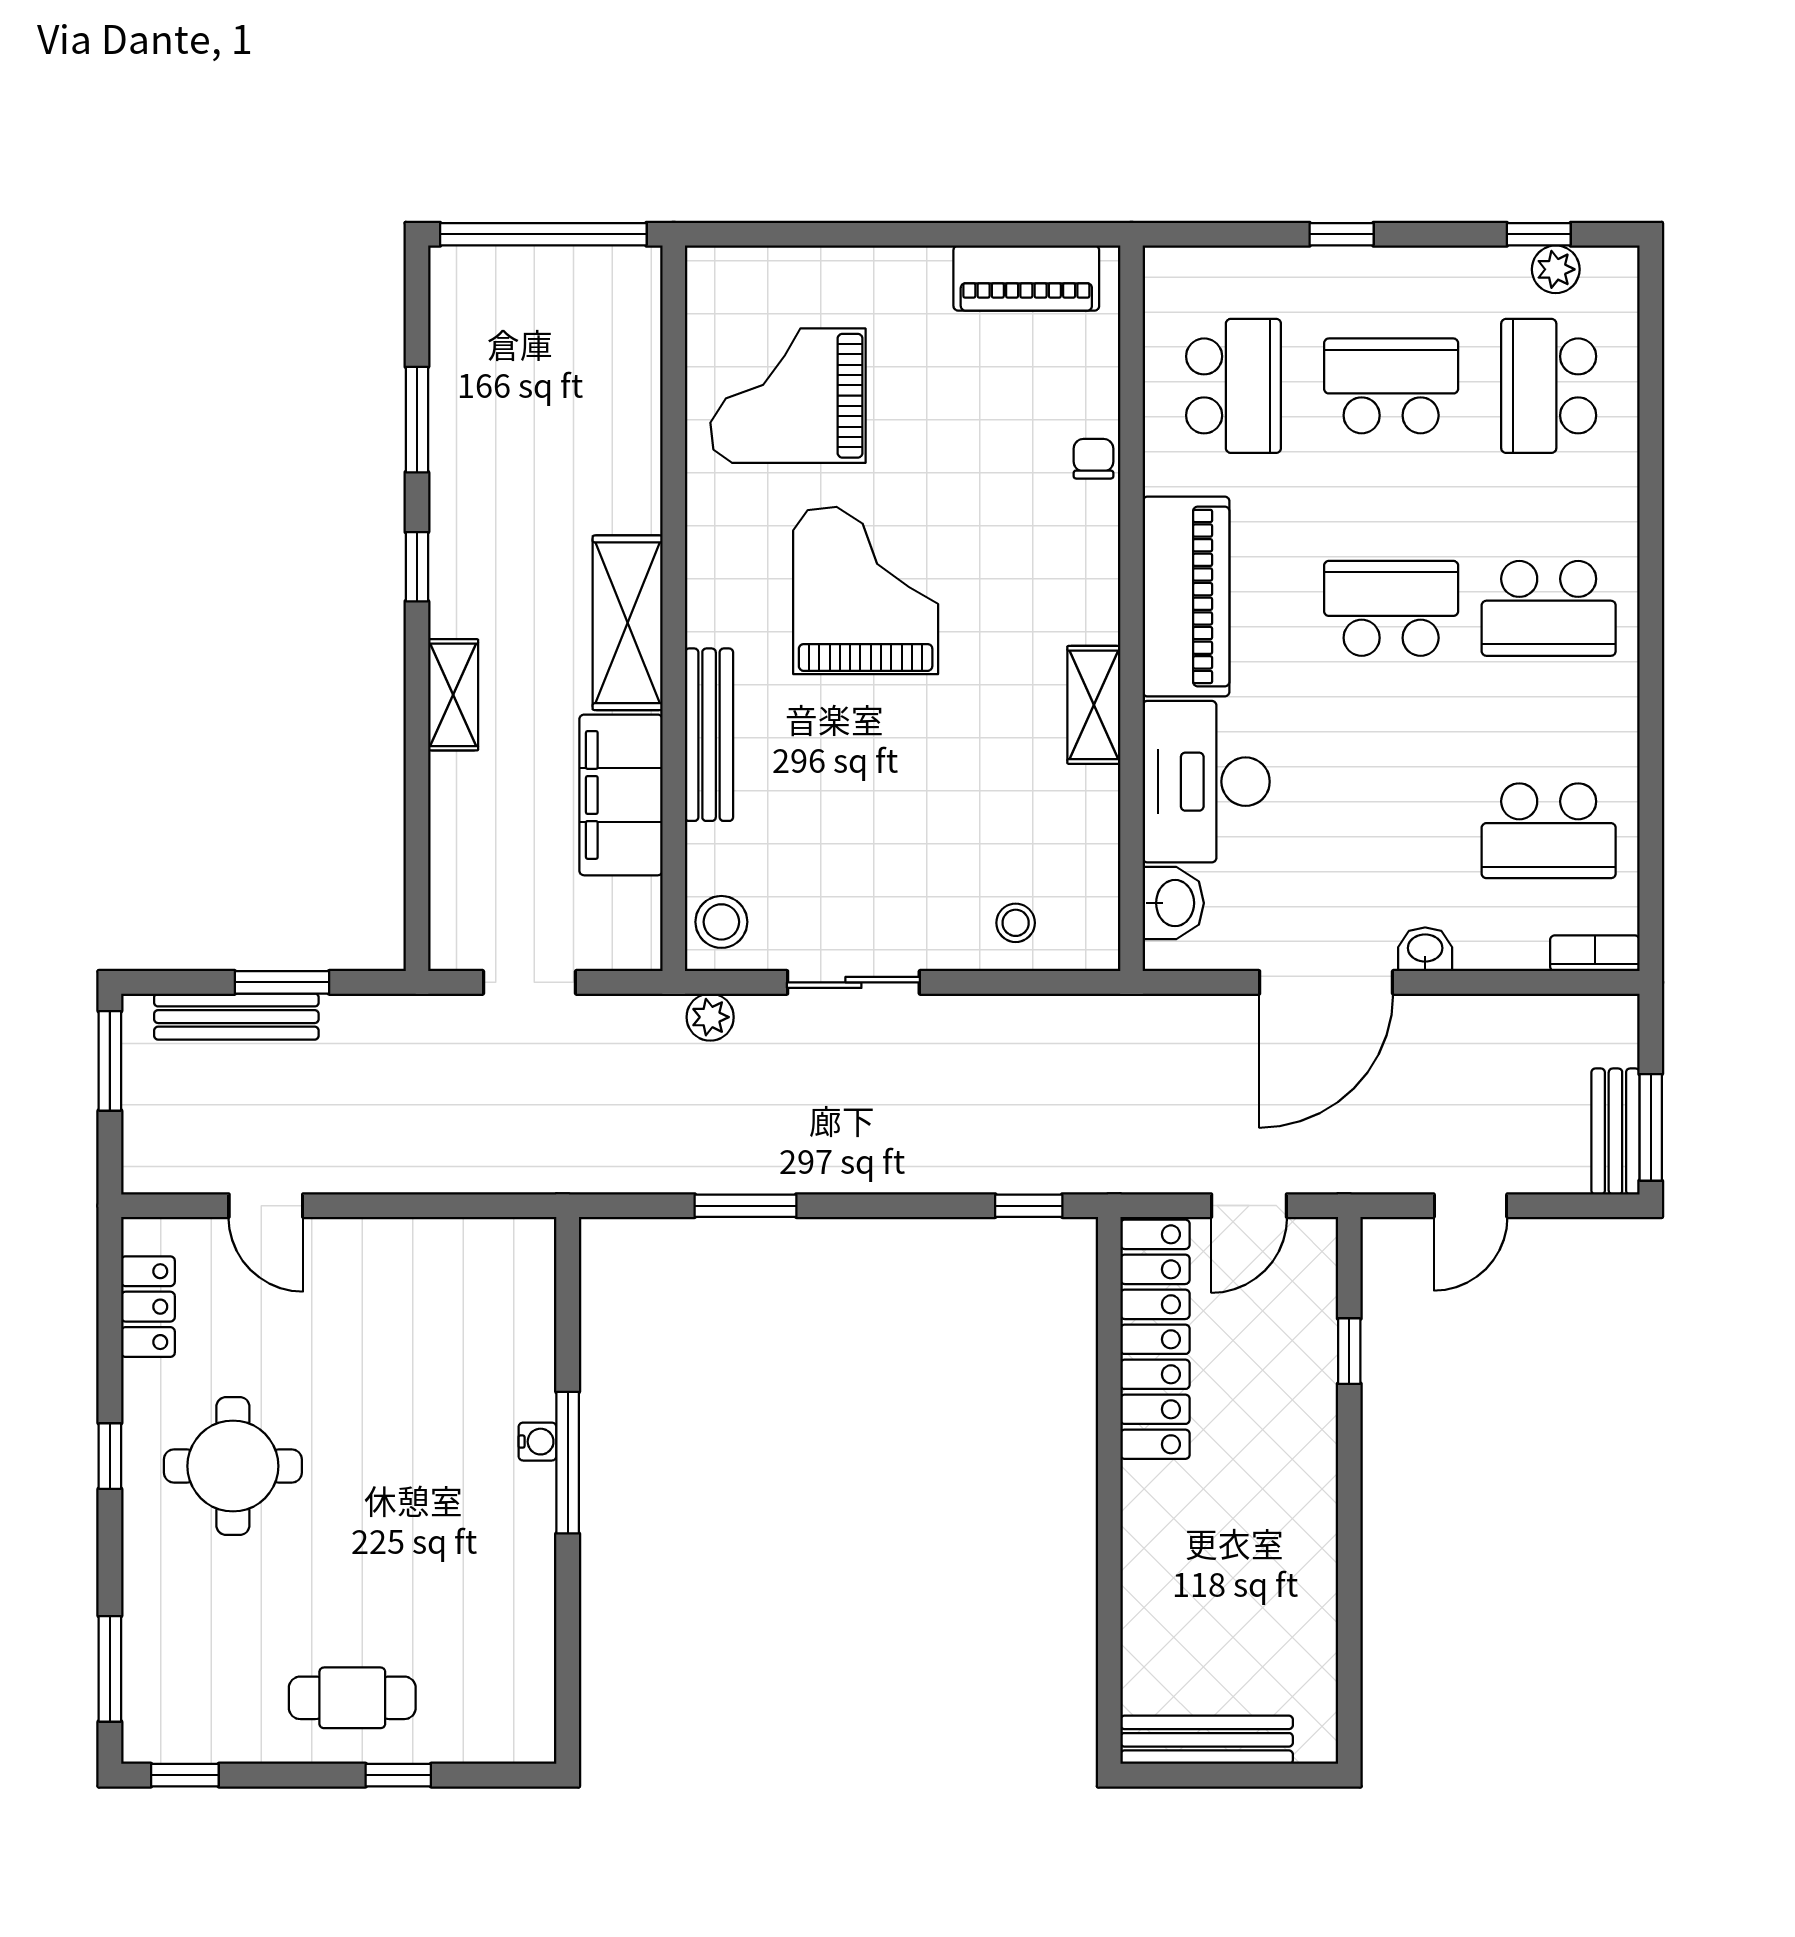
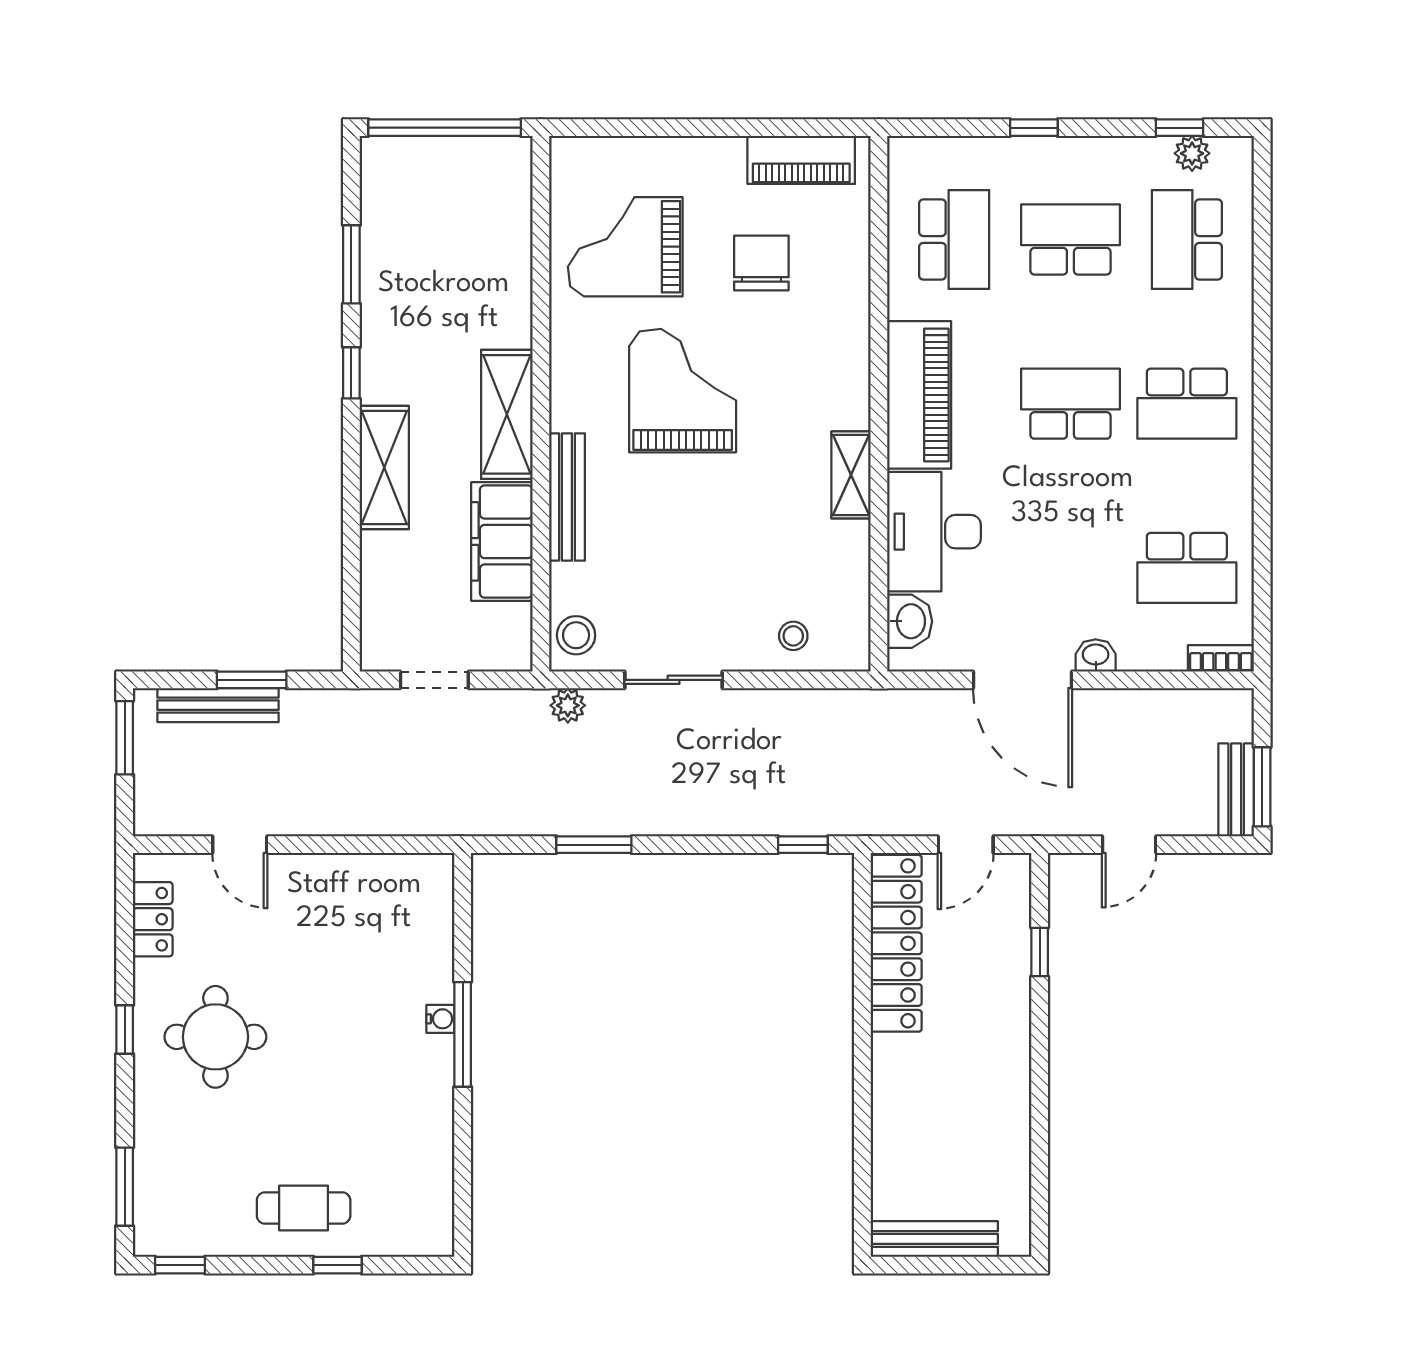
chair: (1093, 459) -> (761, 263), moved, width x1.87, depth x1.87
shelving: (453, 695) -> (384, 468), width x1.50, depth x1.33
door: (1326, 982) -> (1022, 680), hinge flipped

